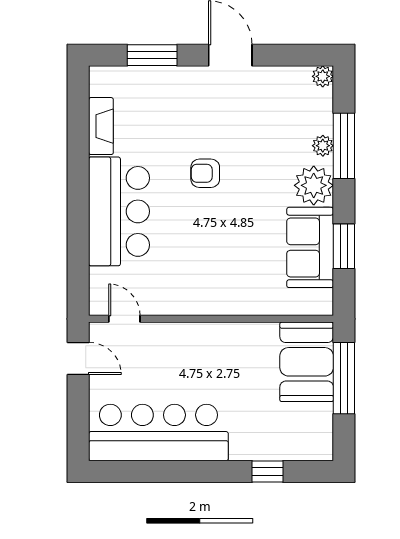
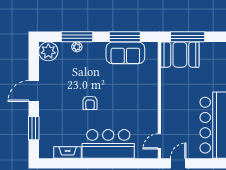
plant: (323, 76) -> (48, 51), width x1.87, depth x1.87
plant: (314, 185) -> (96, 51), removed
window: (344, 246) -> (125, 37), width x1.44

